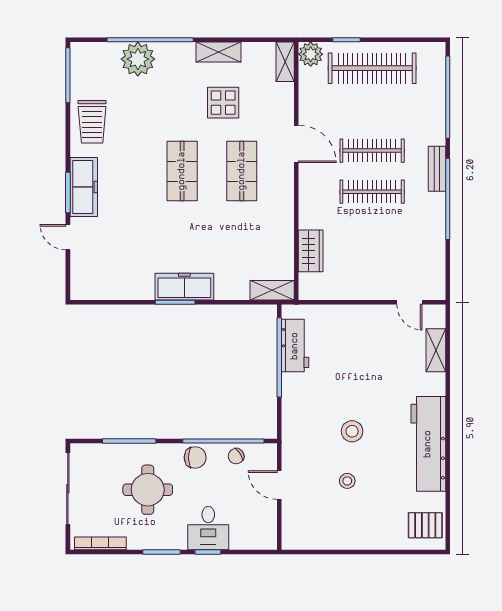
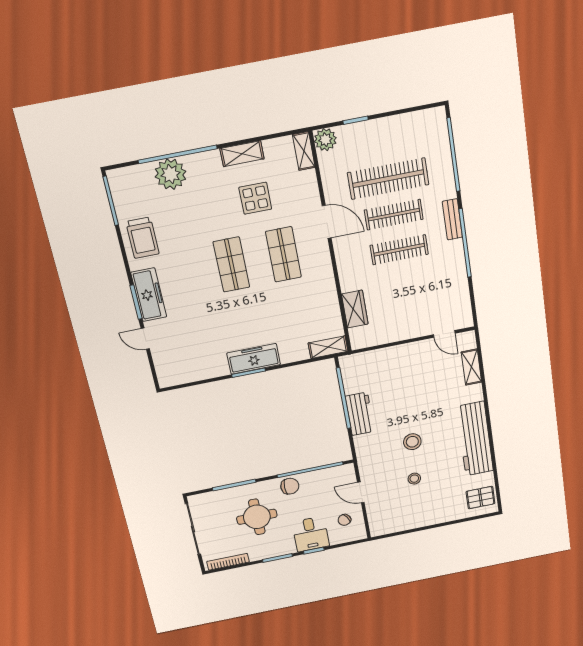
clothes rail: (372, 68) -> (388, 179), moved
workbench: (295, 346) -> (360, 414), moved
chair: (236, 456) -> (344, 520), moved

